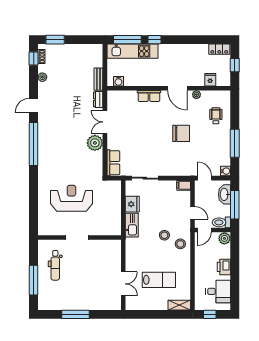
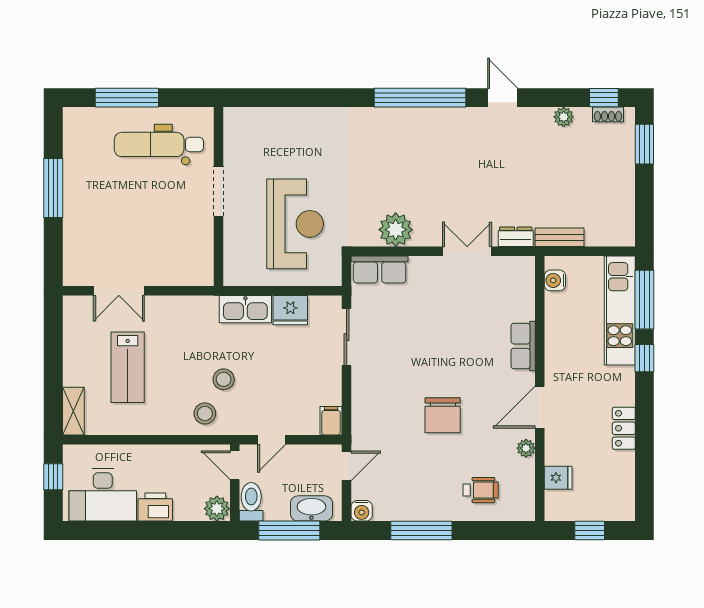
locker: (219, 49) -> (624, 428), moved
plant: (95, 143) -> (396, 230), moved
reception desk: (71, 198) -> (295, 224), moved
dental chair: (55, 265) -> (159, 144), width x1.36, depth x1.38
desk: (218, 291) -> (103, 495), width x1.37

